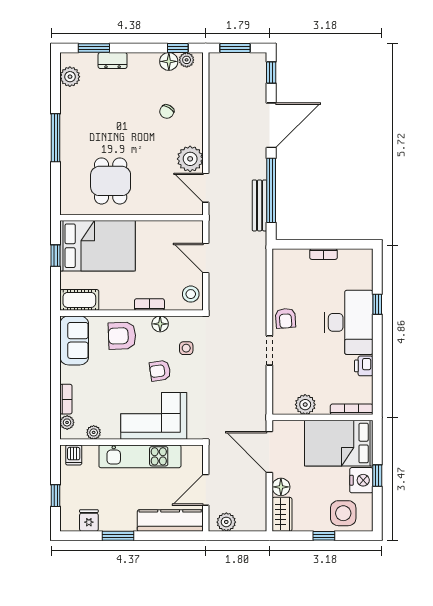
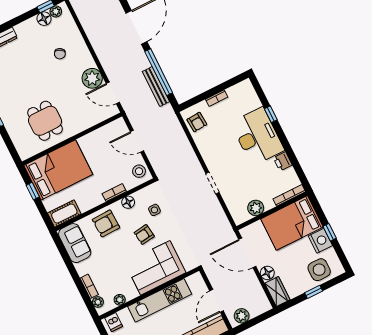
armchair: (285, 318) -> (197, 122), moved

